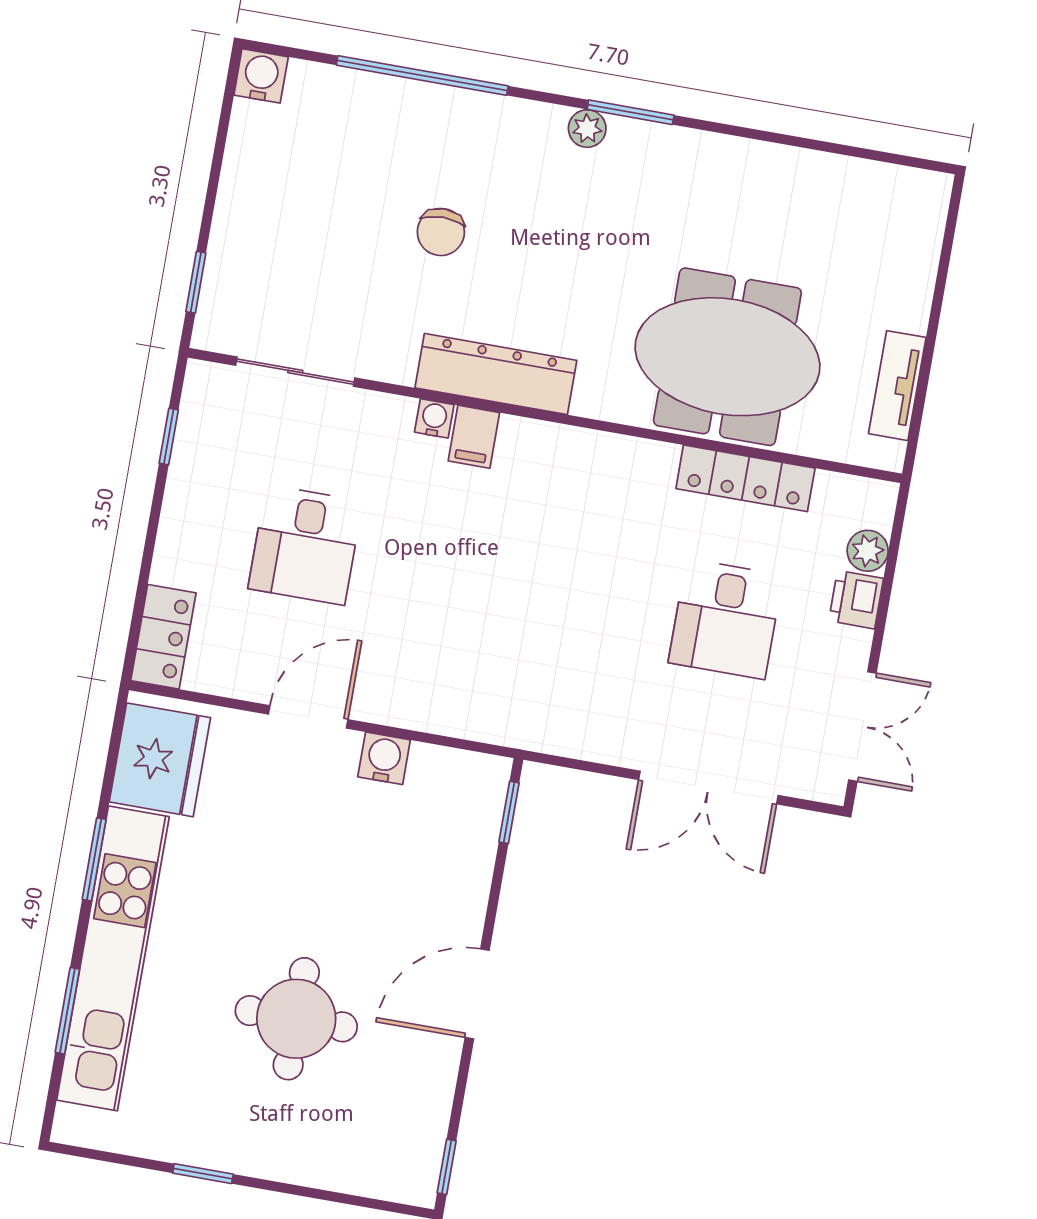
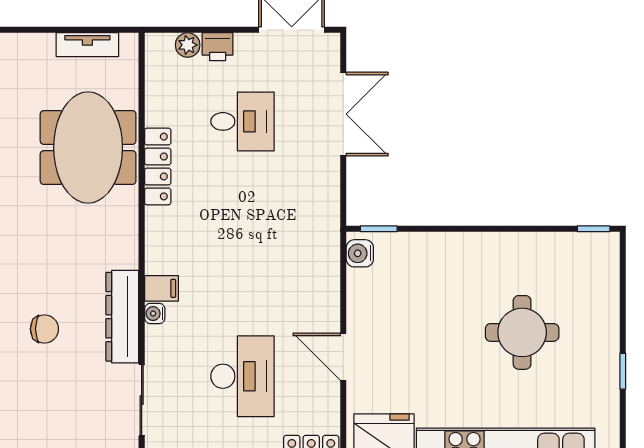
dresser: (496, 374) -> (122, 317), moved
locker: (745, 478) -> (158, 166), moved
desk: (305, 545) -> (242, 376), width x1.37
water cooler: (384, 758) -> (360, 253), moved
door: (477, 994) -> (489, 229), removed

